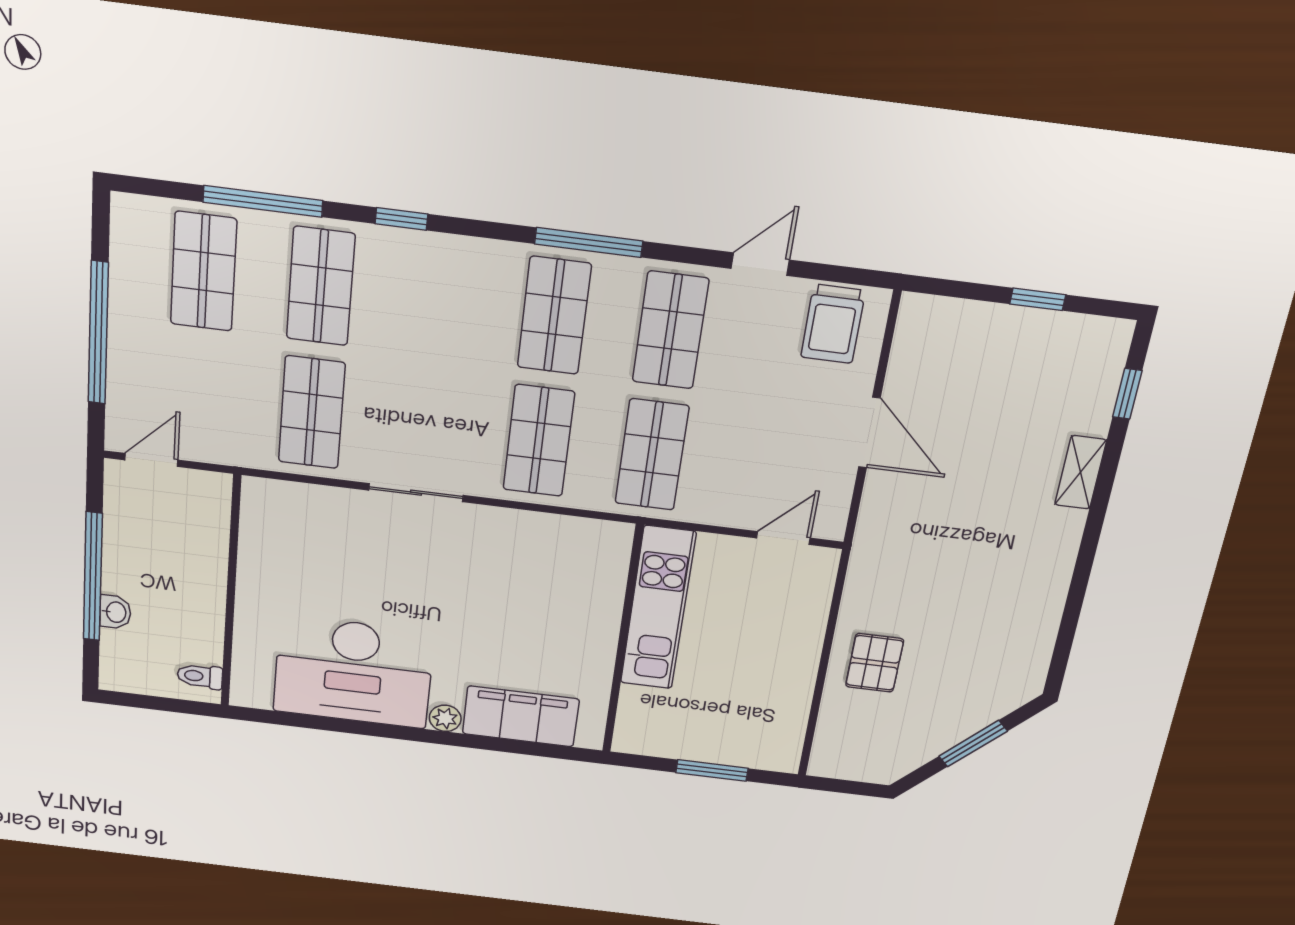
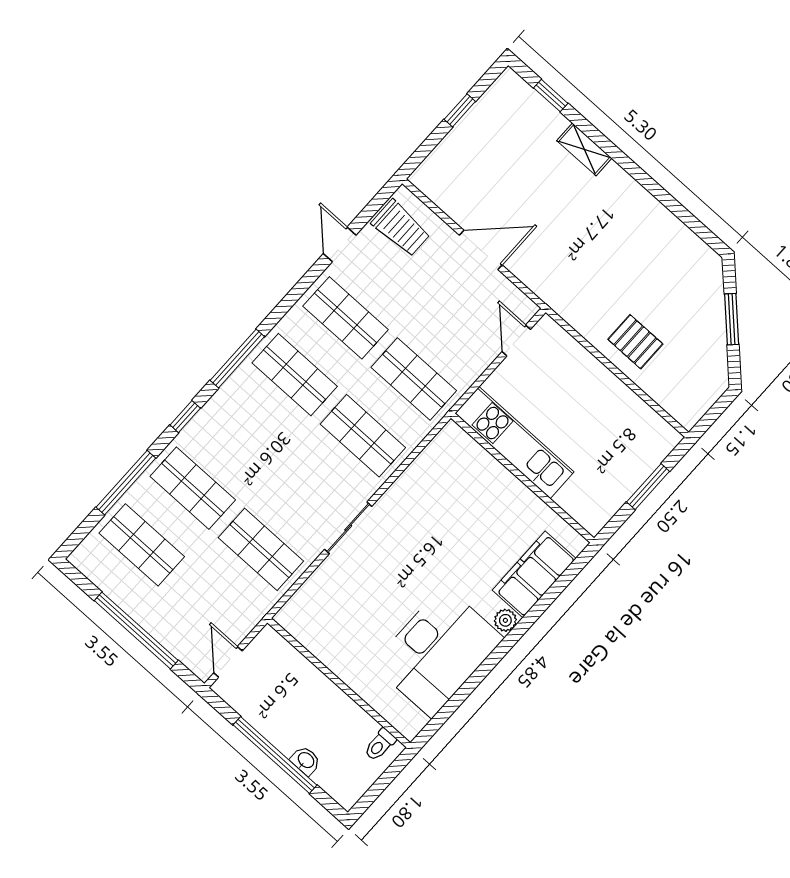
window: (589, 243) -> (237, 358), moved

